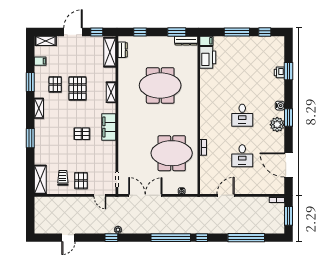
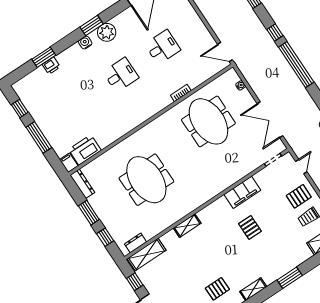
window: (177, 32) -> (89, 213), moved
pallet: (77, 88) -> (206, 263), removed
filing cabinet: (109, 127) -> (242, 192), moved
door: (226, 195) -> (225, 52), moved

